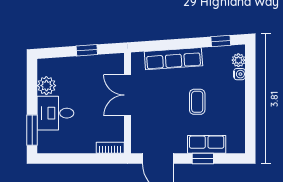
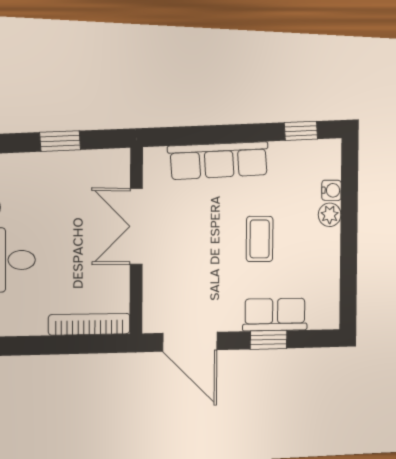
plant: (238, 60) -> (330, 215), moved
bookcase: (110, 148) -> (89, 324), width x1.56

